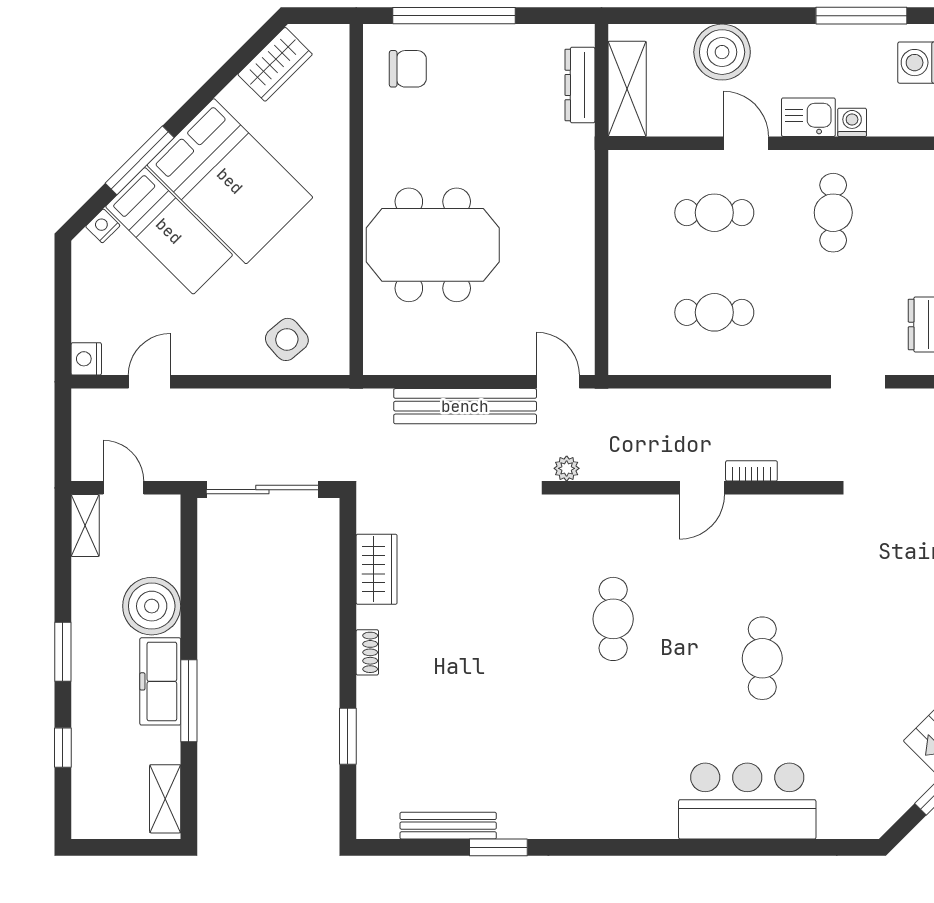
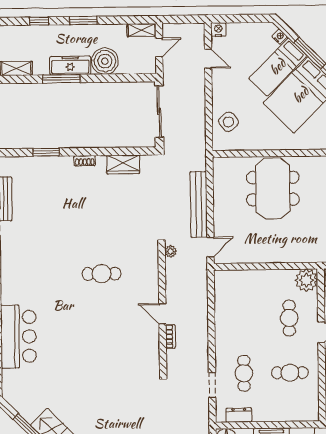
plant: (633, 175) -> (306, 280), added
cafe table: (714, 312) -> (244, 373), moved
cafe table: (762, 658) -> (84, 343), removed

